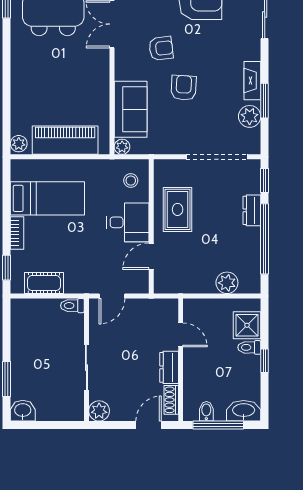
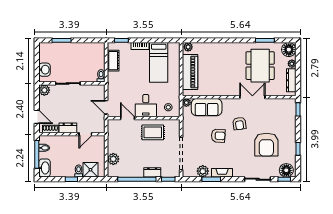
door: (112, 296) -> (106, 107), moved
washbasin: (23, 411) -> (45, 70), moved

